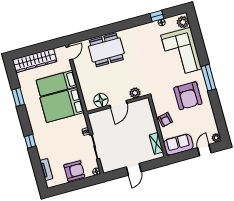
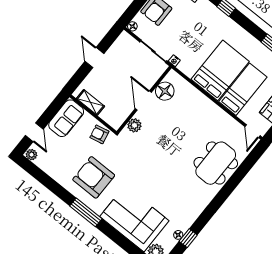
plant: (135, 93) -> (134, 125), moved
floor lamp: (101, 100) -> (165, 91), moved
wall: (117, 104) -> (144, 100), moved
door: (118, 104) -> (143, 101), moved

